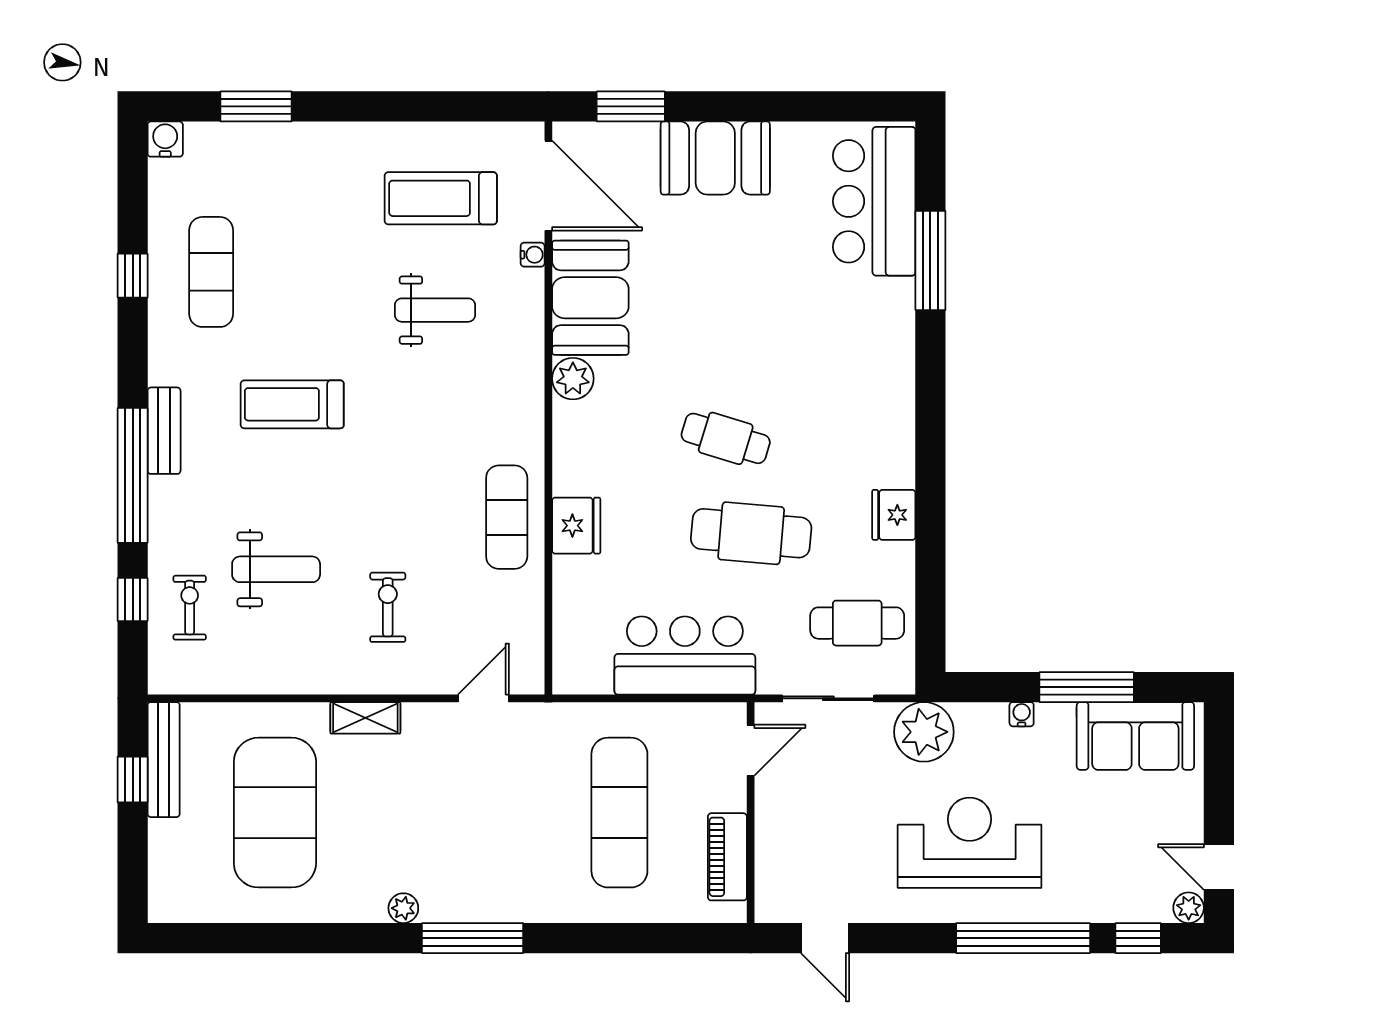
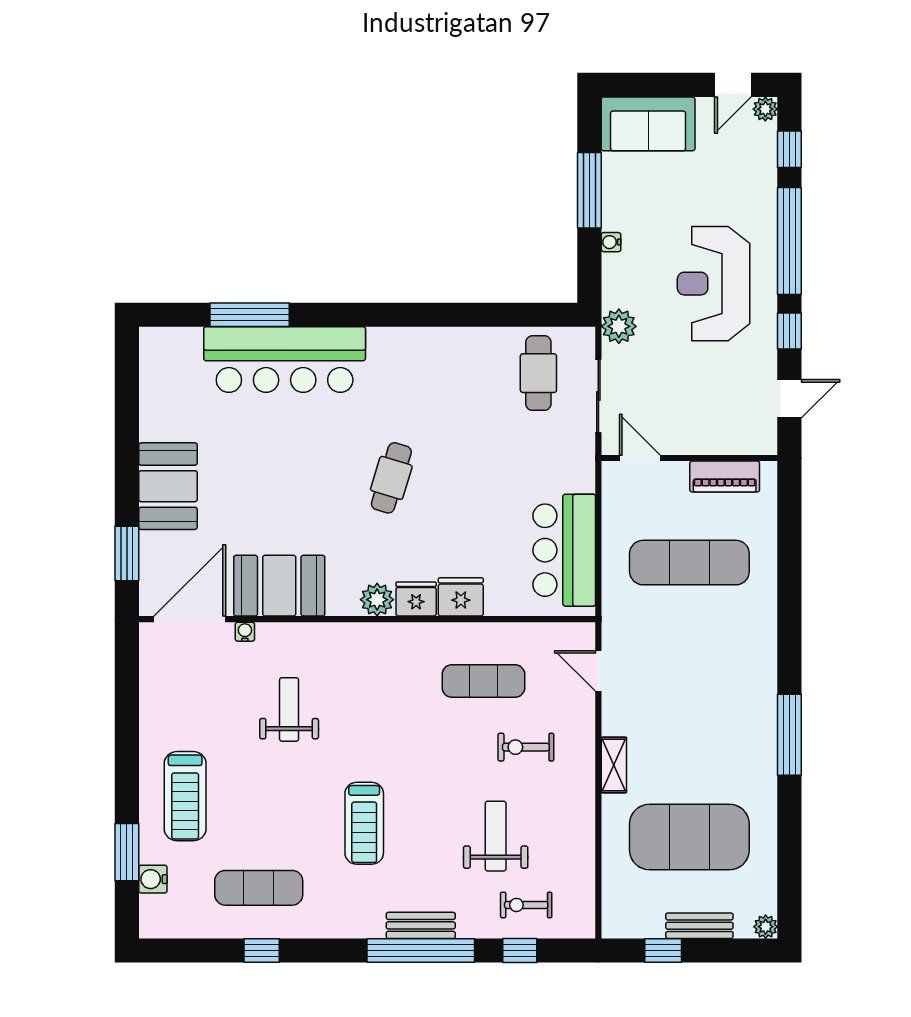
water cooler: (165, 139) -> (153, 879), moved
treadmill: (441, 198) -> (185, 796), moved
bar counter: (874, 201) -> (285, 360), moved, width x1.36
plant: (573, 379) -> (377, 600), moved
bench: (164, 431) -> (421, 925), moved
fridge: (894, 515) -> (416, 599), moved, turned 180
exercise mat: (507, 517) -> (483, 681), moved
cafe table: (751, 533) -> (467, 458), removed
bar counter: (685, 655) -> (564, 550), moved
plant: (924, 732) -> (619, 326), width x0.73, depth x0.73
sofa: (1135, 736) -> (648, 124), moved, turned 90
bench: (164, 760) -> (699, 926), moved, width x0.73
plant: (403, 908) -> (766, 927), moved
window: (473, 938) -> (789, 735), moved
window: (910, 938) -> (789, 331), added

